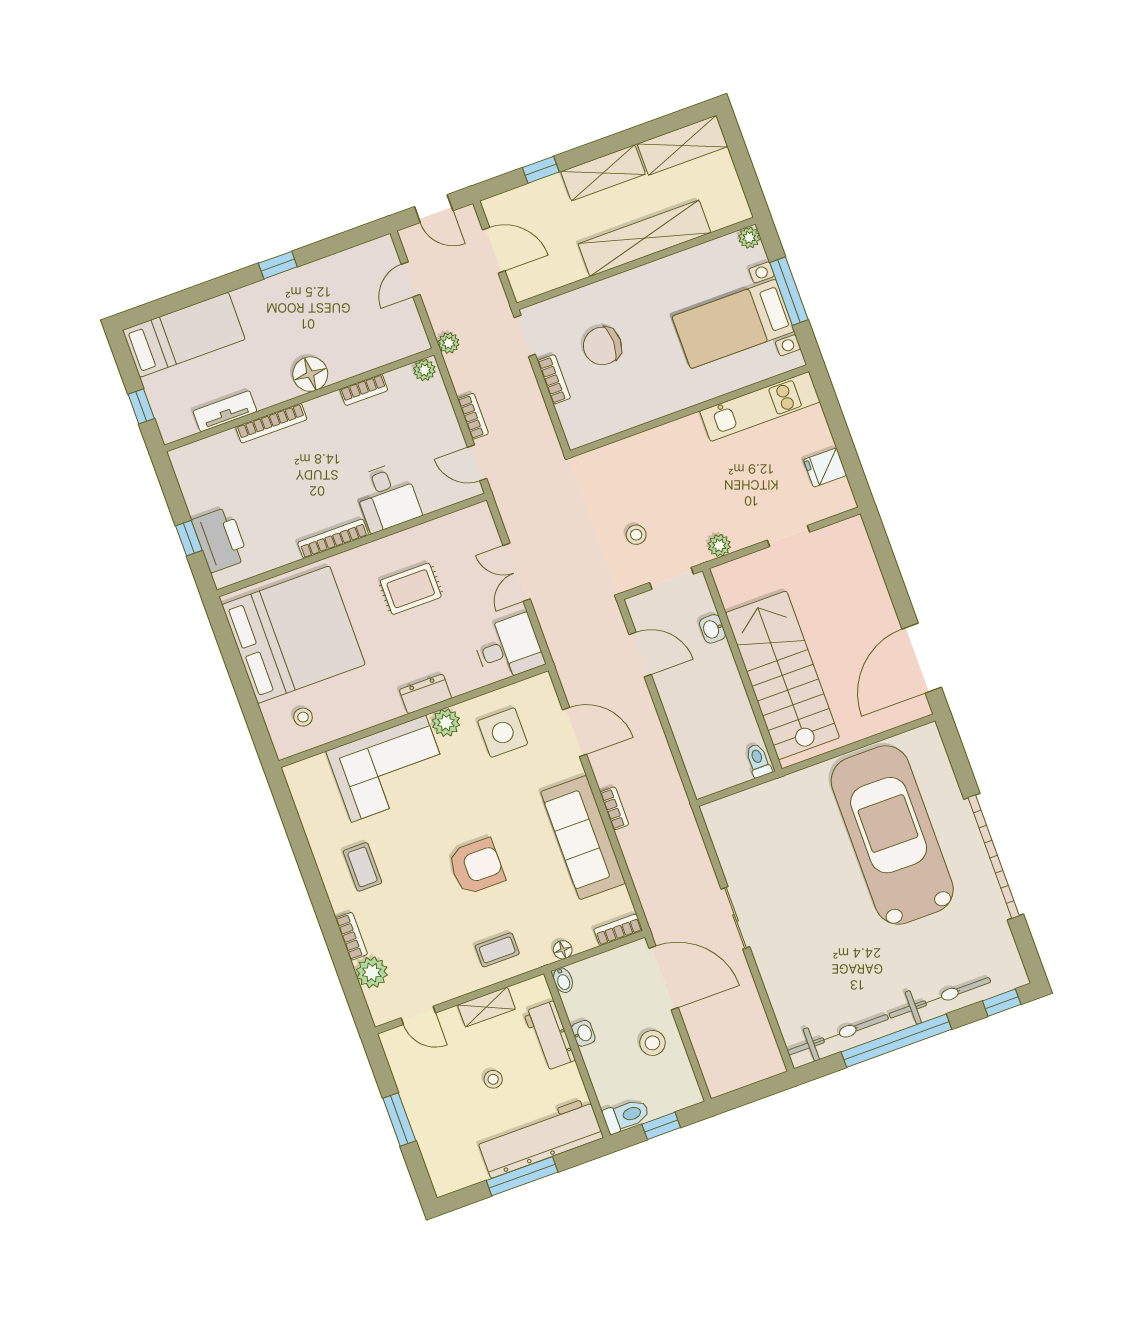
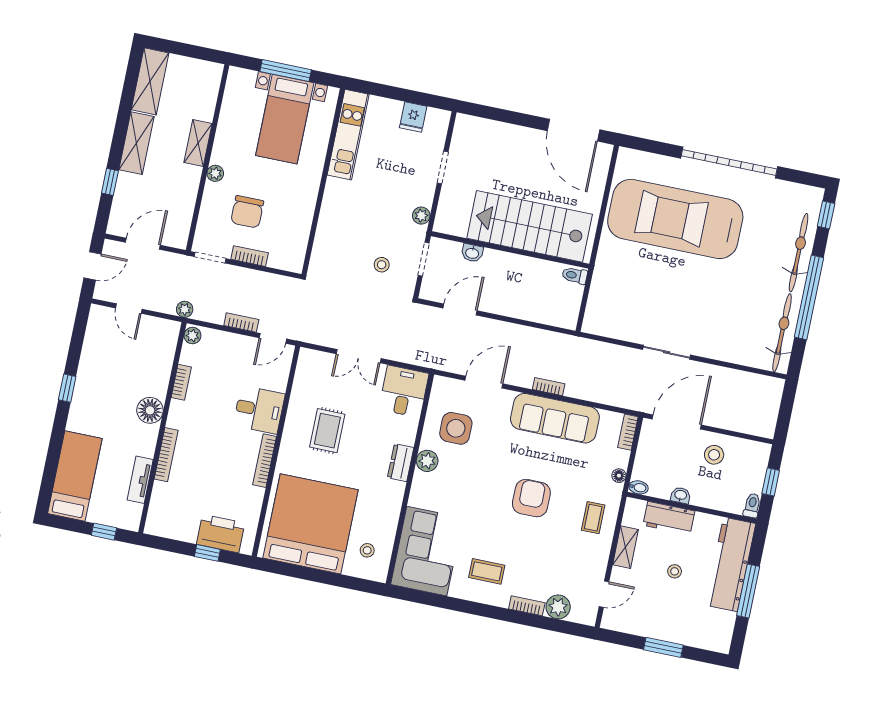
shelving: (645, 238) -> (198, 143), width x0.45, depth x0.75
plant: (749, 238) -> (215, 173), moved
corner sofa: (389, 769) -> (427, 551), moved
toilet: (626, 1116) -> (752, 505), width x0.73, depth x0.72

